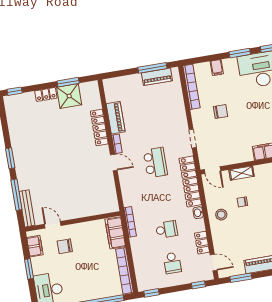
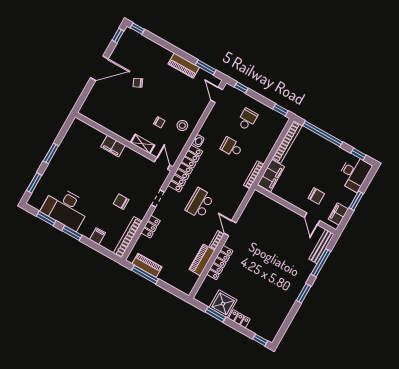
locker: (202, 243) -> (151, 227), moved

